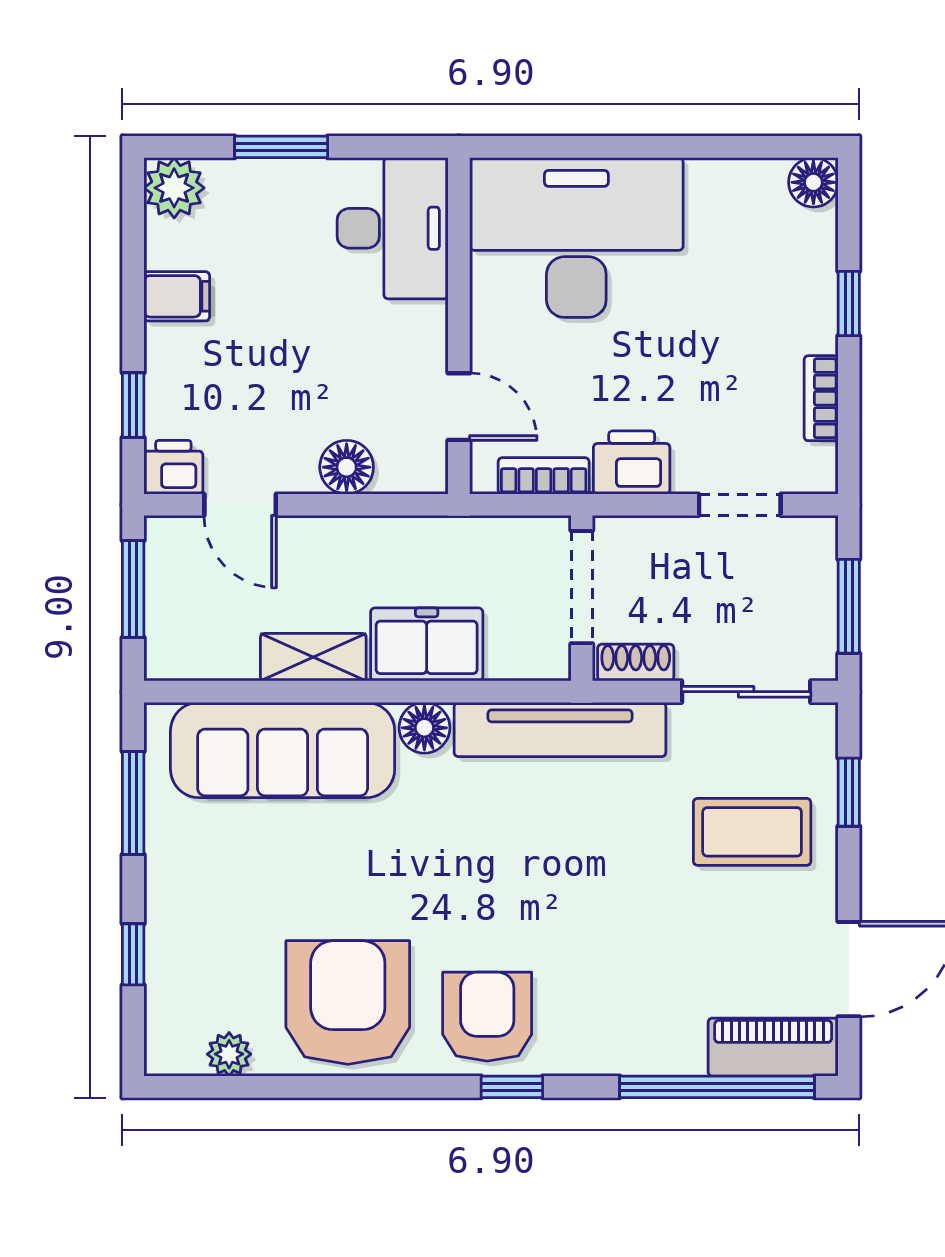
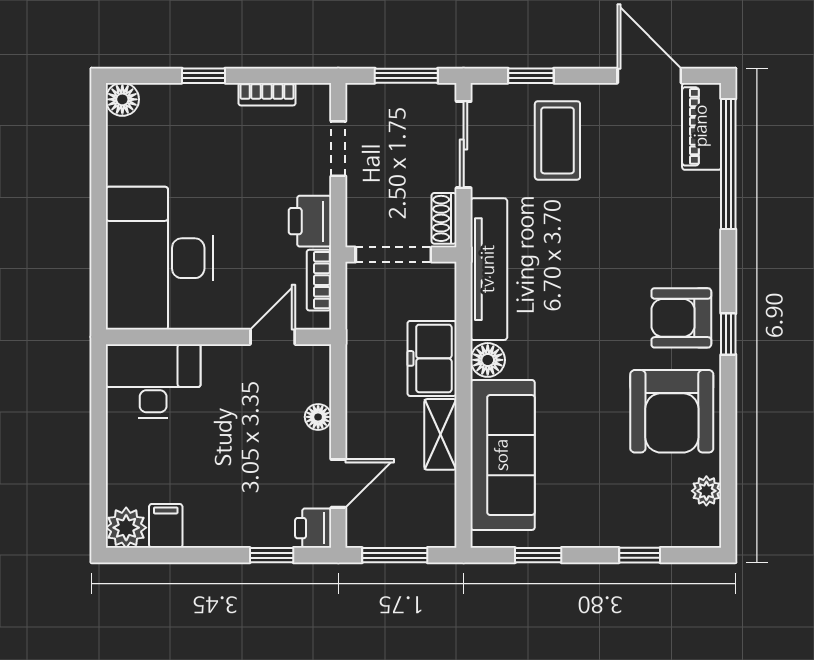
window: (281, 147) -> (99, 456), removed
filing cabinet: (177, 296) -> (166, 526), moved
floor lamp: (347, 467) -> (318, 417), width x0.73, depth x0.73
window: (133, 803) -> (538, 555), width x0.67
armchair: (348, 1003) -> (672, 411), turned -90
window: (512, 1087) -> (728, 334), moved

